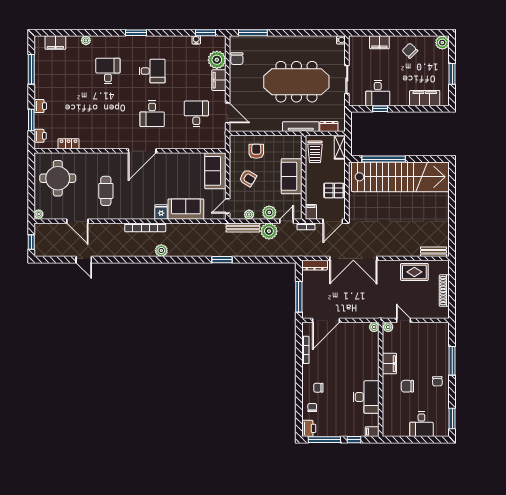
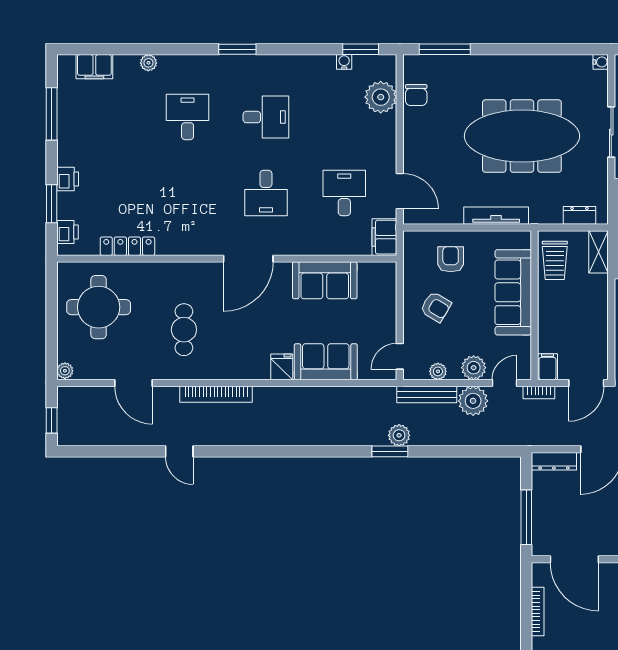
filing cabinet: (219, 80) -> (384, 237), moved
tv unit: (301, 127) -> (496, 216), moved
locker: (68, 144) -> (127, 246), width x1.53
sofa: (215, 171) -> (325, 280), moved, turned -90
sofa: (292, 176) -> (513, 292), width x1.36
pallet: (334, 191) -> (588, 329), removed
bookcase: (145, 227) -> (216, 394), moved
plant: (161, 251) -> (399, 435), moved
door: (84, 260) -> (179, 451), moved
door: (326, 320) -> (574, 559), hinge flipped

